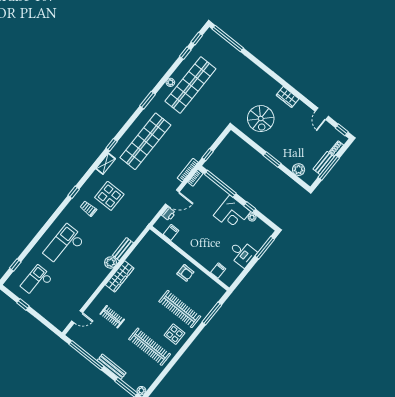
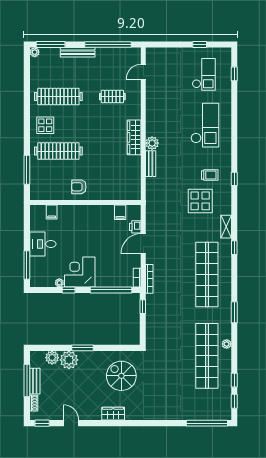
plant: (288, 159) -> (69, 360), added

